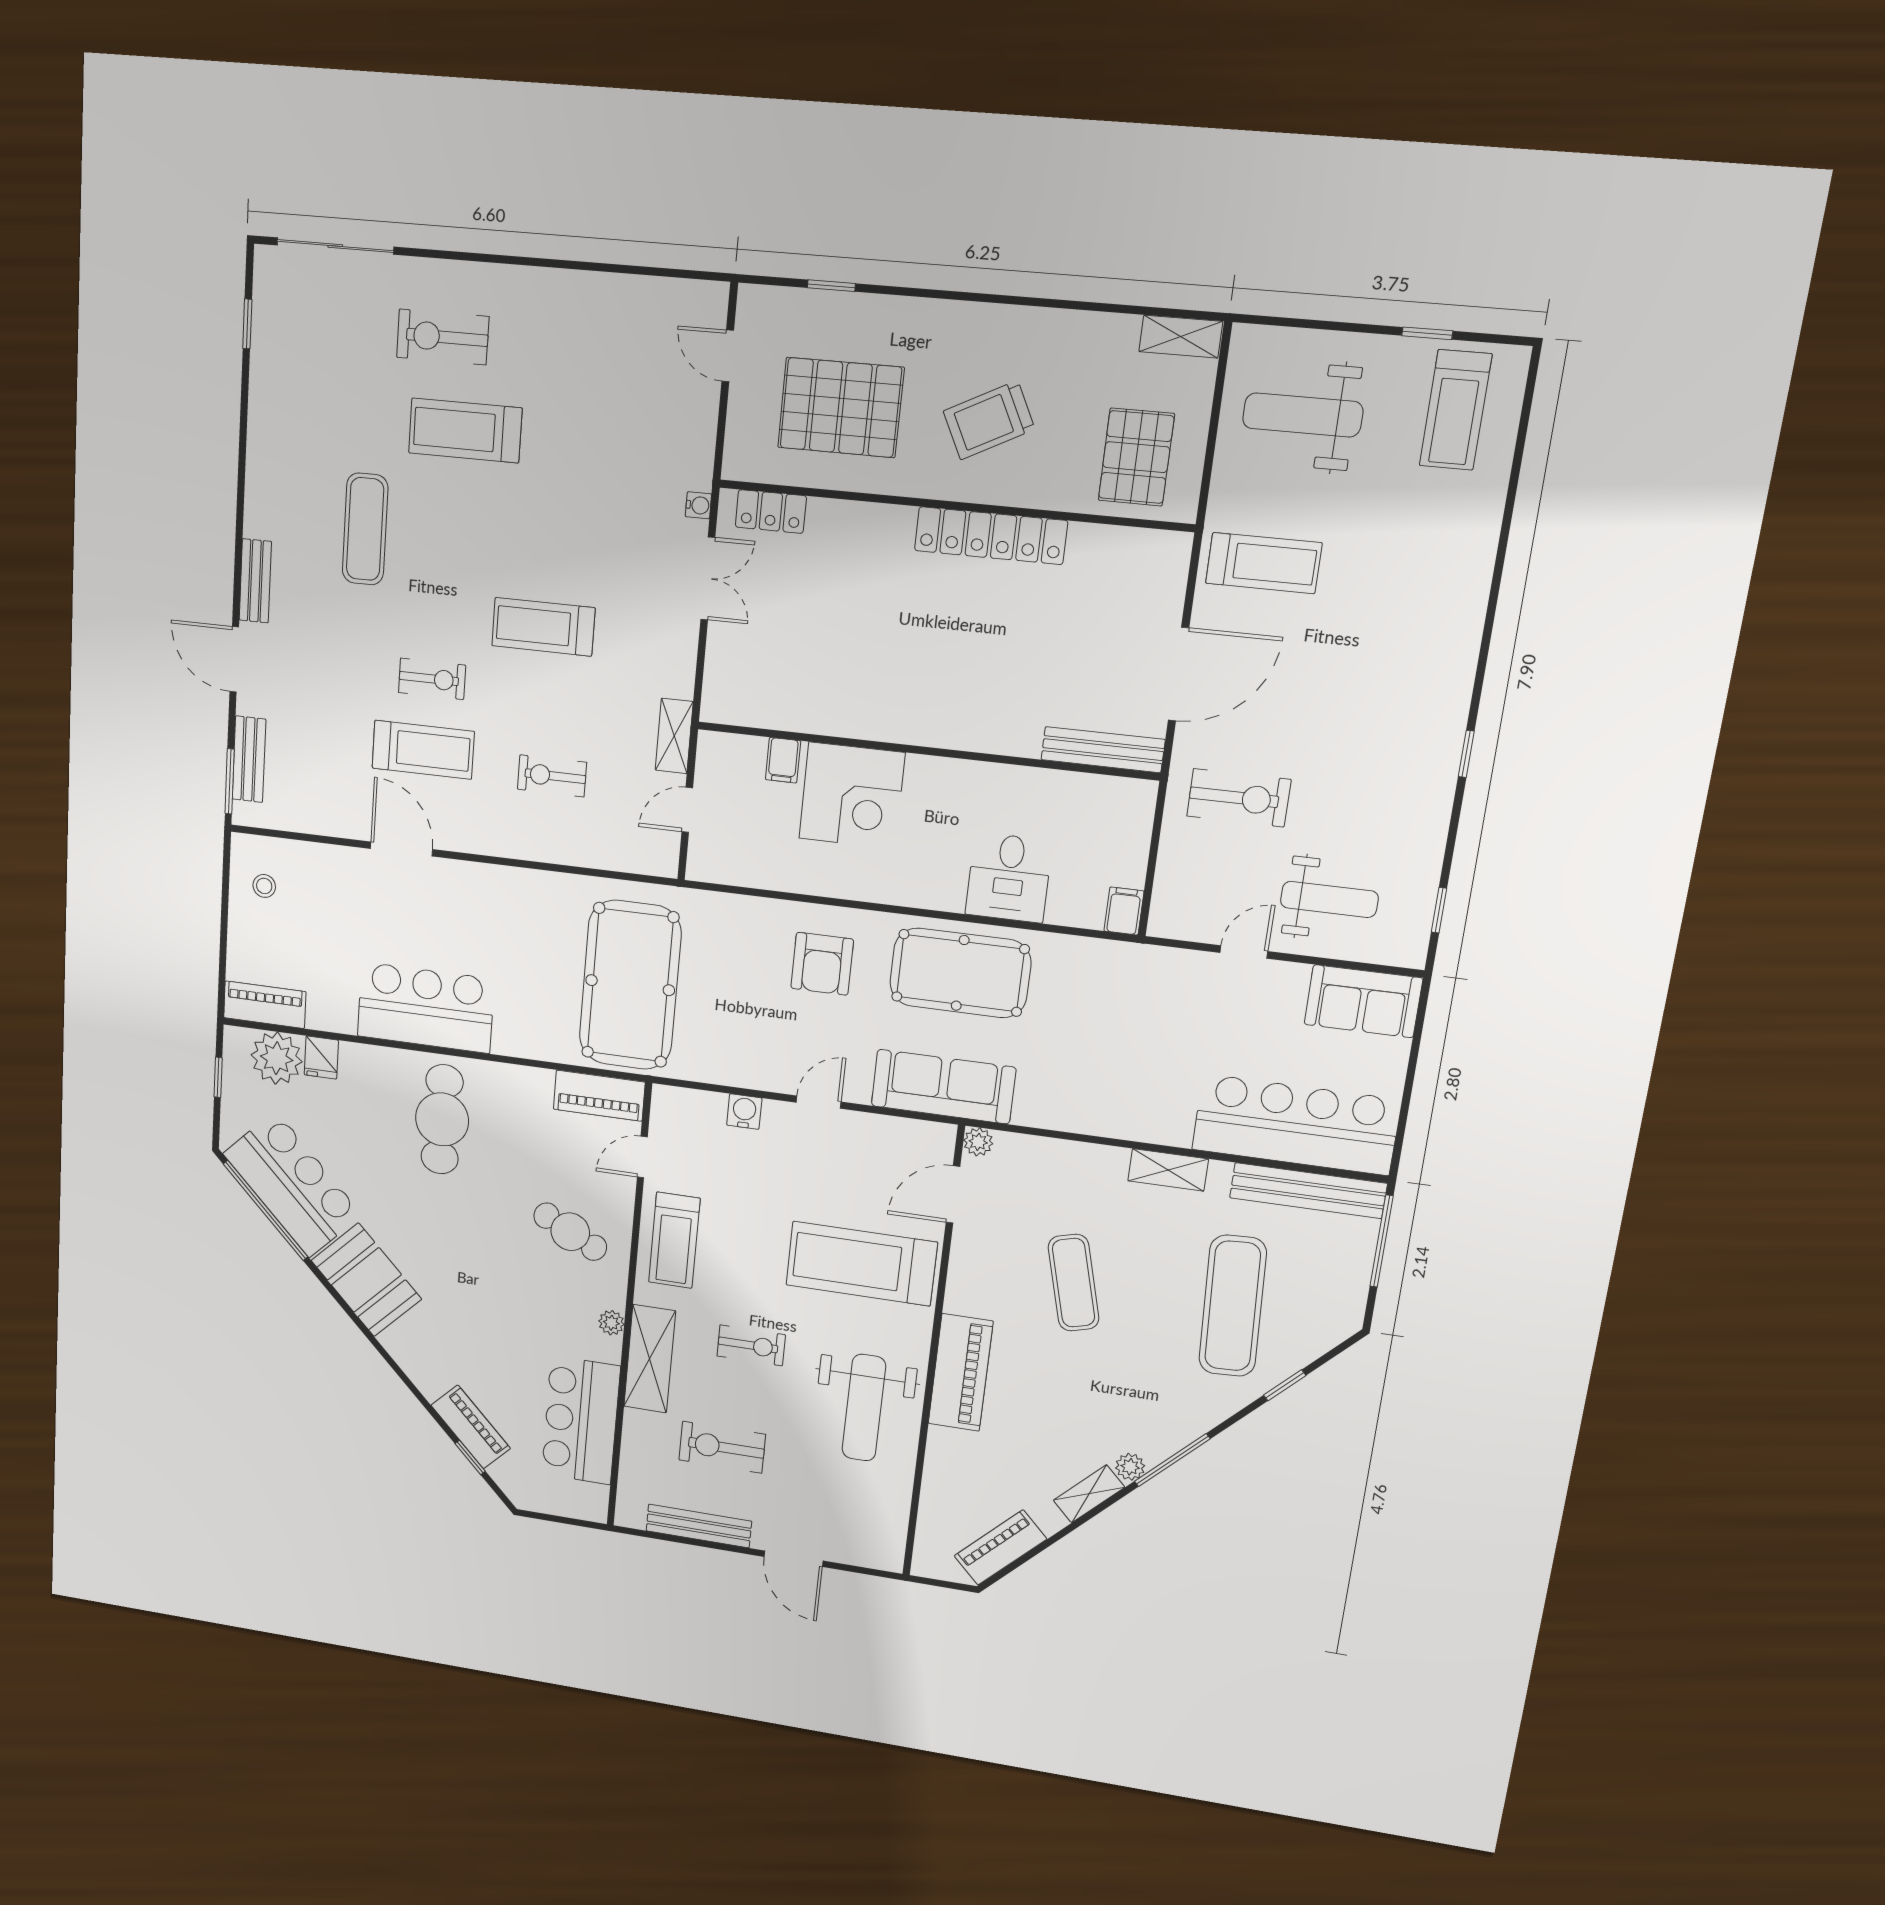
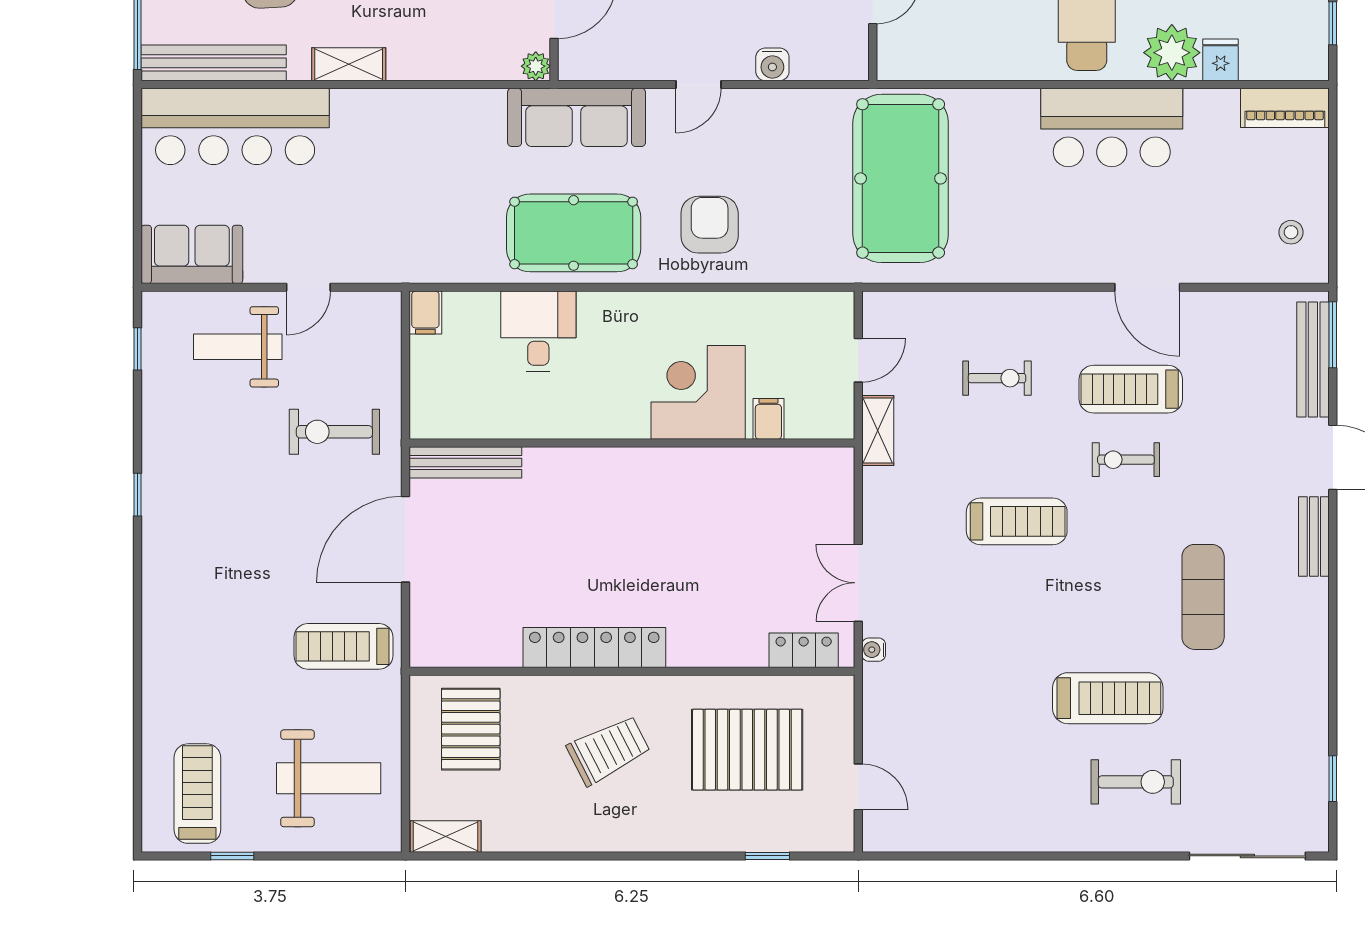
bench: (249, 759) -> (1313, 360), width x1.36
plant: (277, 1058) -> (1172, 53), moved
piano: (599, 1096) -> (923, 60), removed

